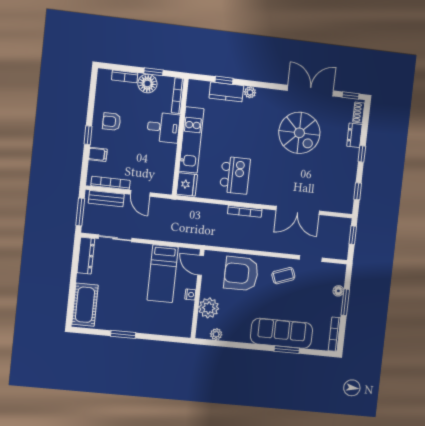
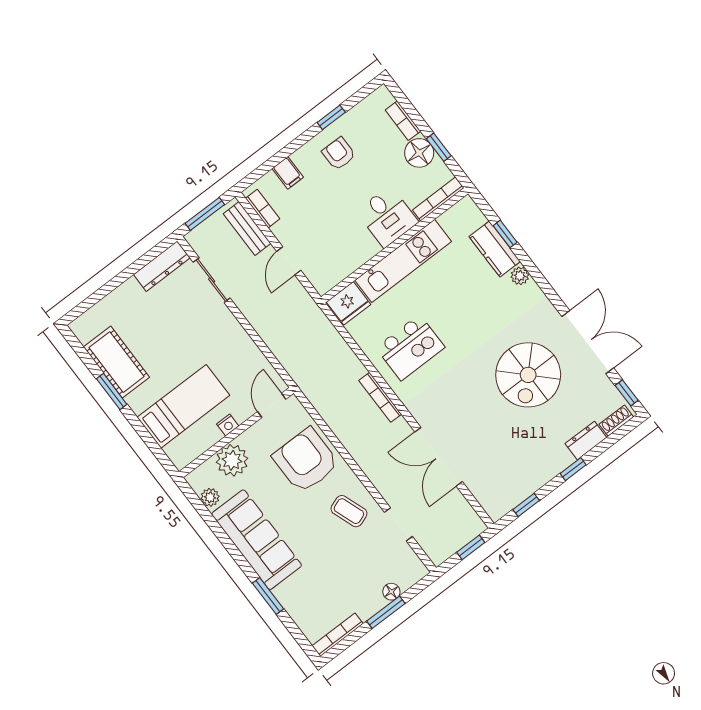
window: (88, 135) -> (331, 117), moved
bookcase: (111, 183) -> (263, 209), width x0.64
bed: (163, 274) -> (183, 406), moved, turned 180
cot: (85, 305) -> (116, 362), moved, turned 90
sofa: (282, 333) -> (257, 540), moved

